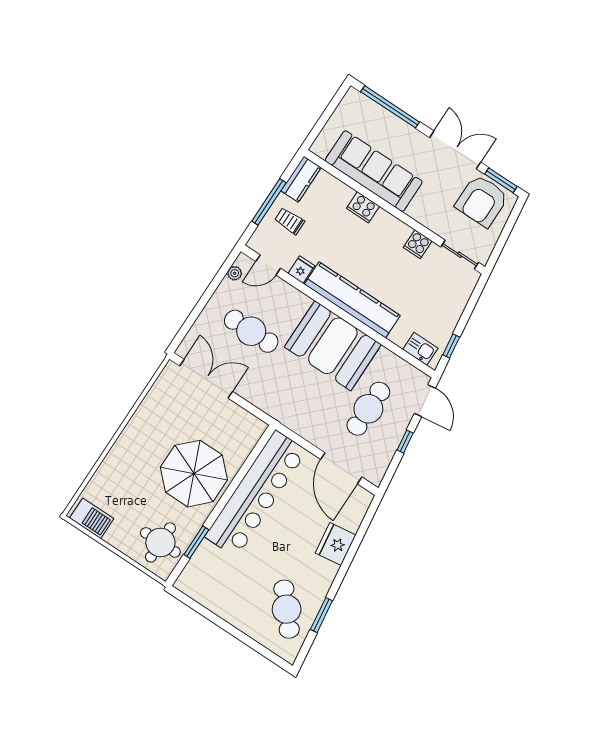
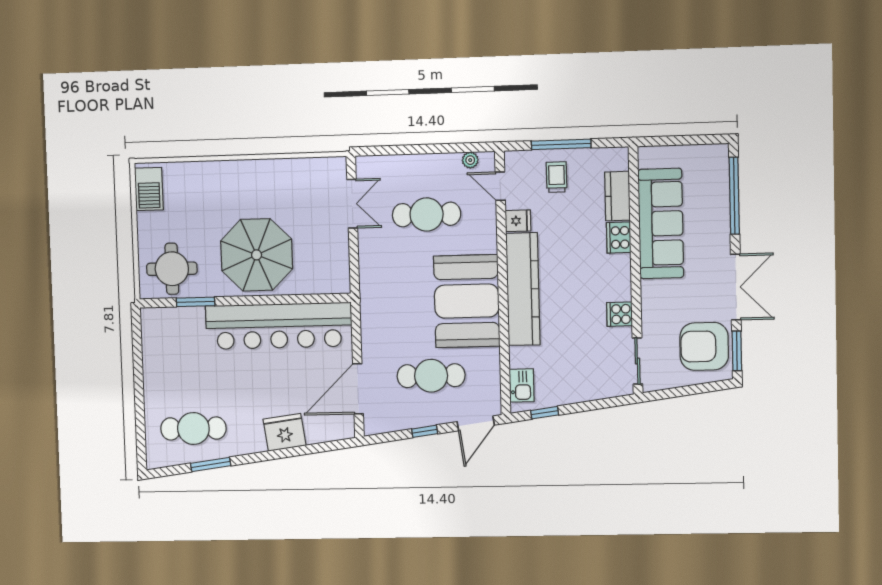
kitchen counter: (301, 179) -> (617, 196), moved, turned 90
cafe table: (251, 331) -> (427, 214), turned 90
double door: (206, 379) -> (352, 204), width x0.73
cafe table: (287, 609) -> (193, 428), turned 41

